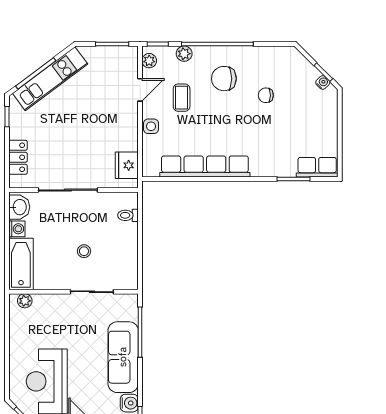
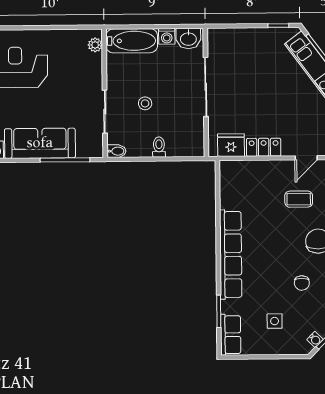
door: (140, 90) -> (306, 158), hinge flipped
chair: (266, 95) -> (302, 283), turned 180
side table: (151, 126) -> (275, 321), moved
locker: (18, 157) -> (264, 147), moved, turned 180
row of seats: (205, 166) -> (231, 255), moved
toilet: (128, 215) -> (159, 147), moved
bidet: (132, 280) -> (116, 151), added

